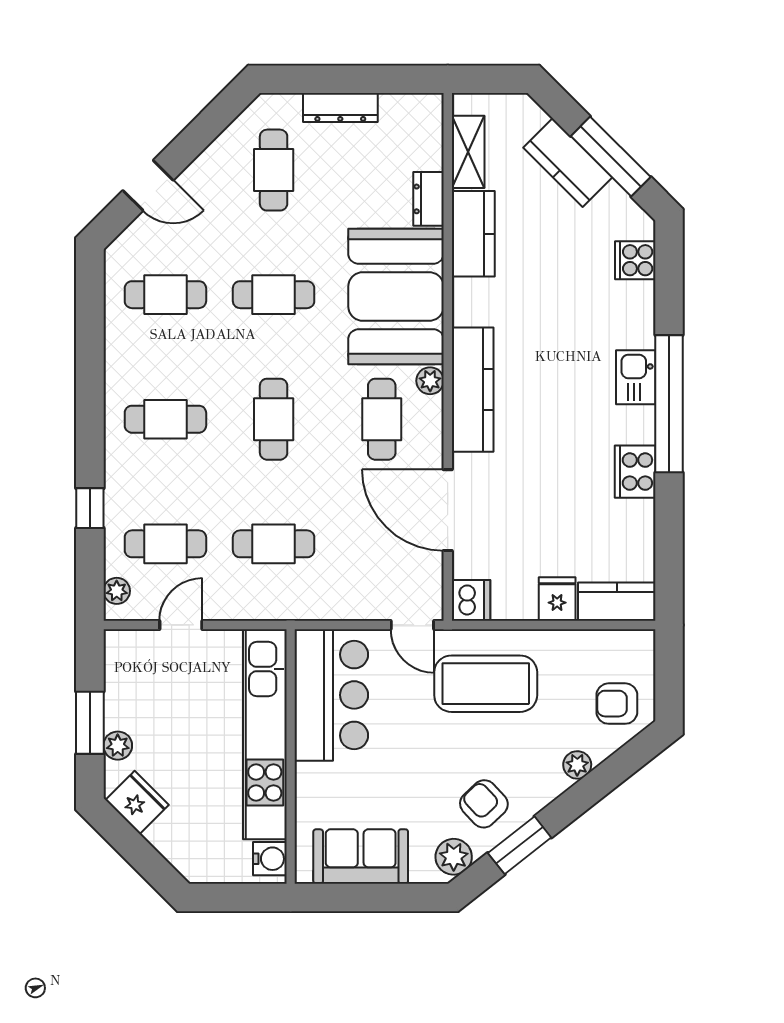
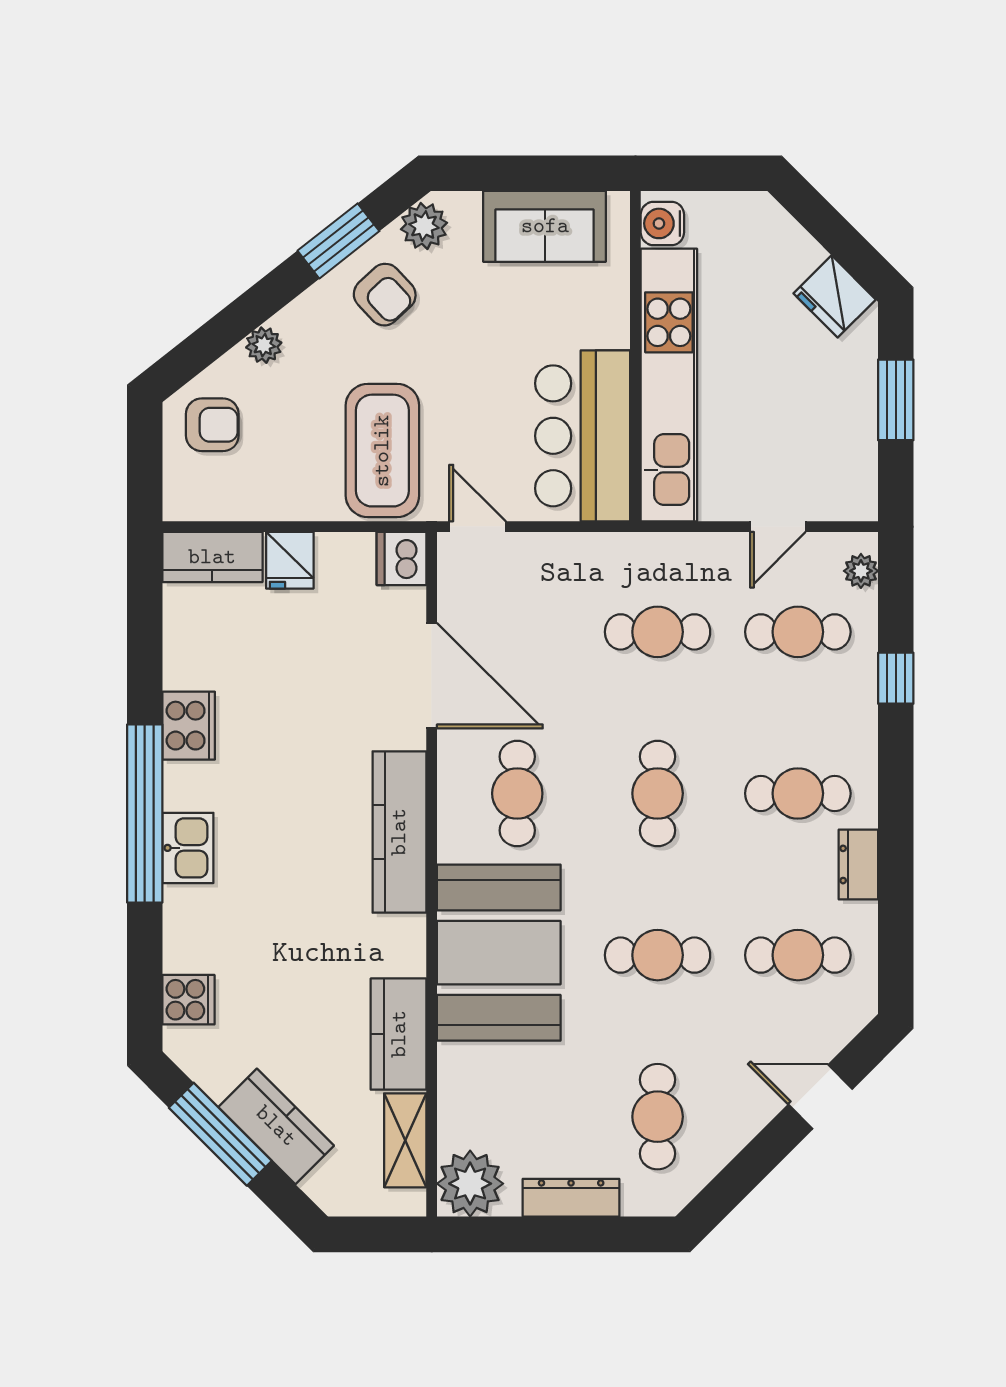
dresser: (428, 199) -> (858, 864), moved, turned 180
plant: (430, 381) -> (470, 1184), moved, width x1.88, depth x1.88
coffee table: (486, 684) -> (382, 451), turned 90
plant: (118, 746) -> (860, 370), removed

